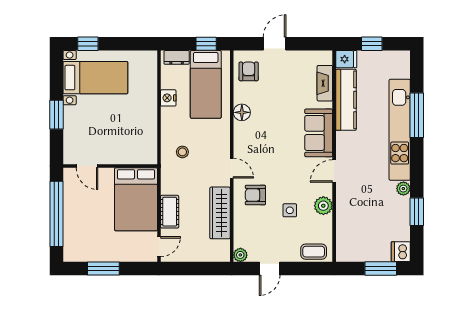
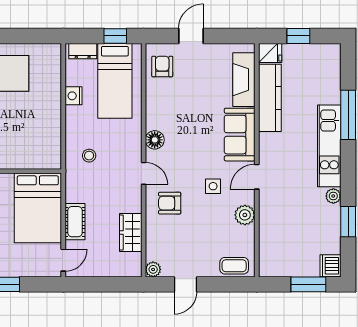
fireplace: (325, 83) -> (244, 80), width x1.37, depth x1.32
floor lamp: (242, 112) -> (155, 140), moved
kitchen unit: (400, 130) -> (329, 146), width x0.73
side table: (290, 210) -> (213, 186), moved
wardrobe: (220, 213) -> (131, 233), width x0.67

